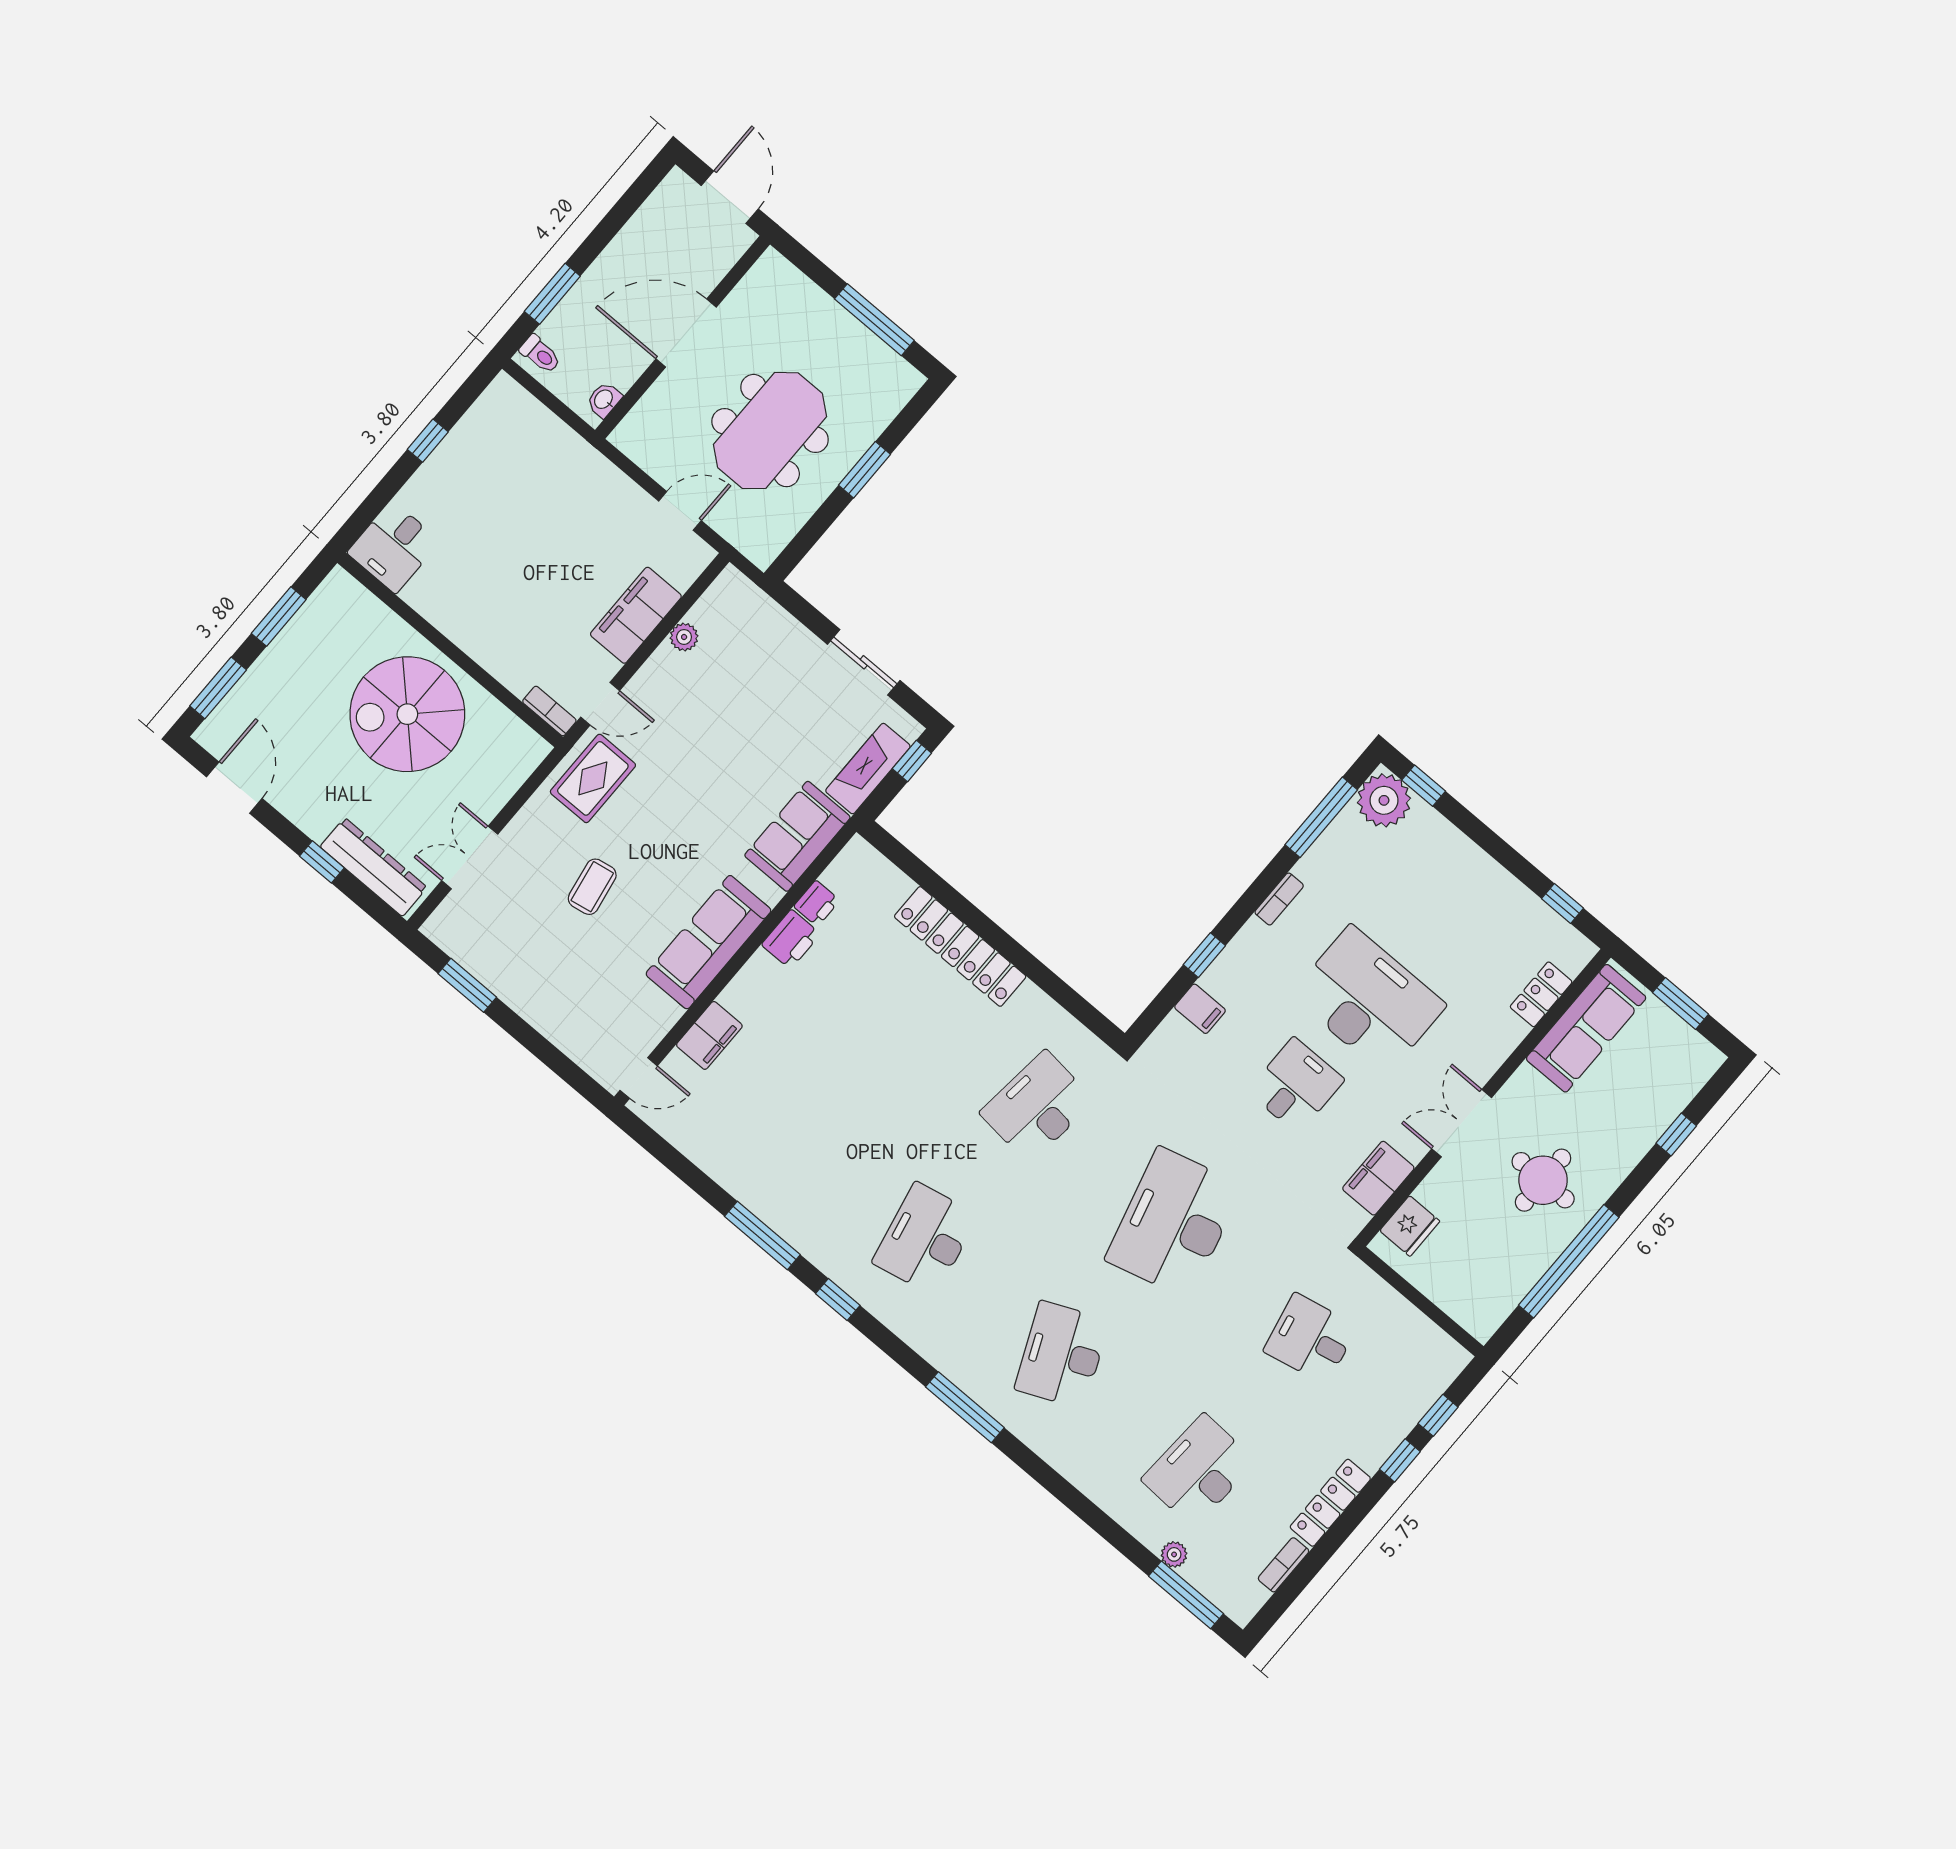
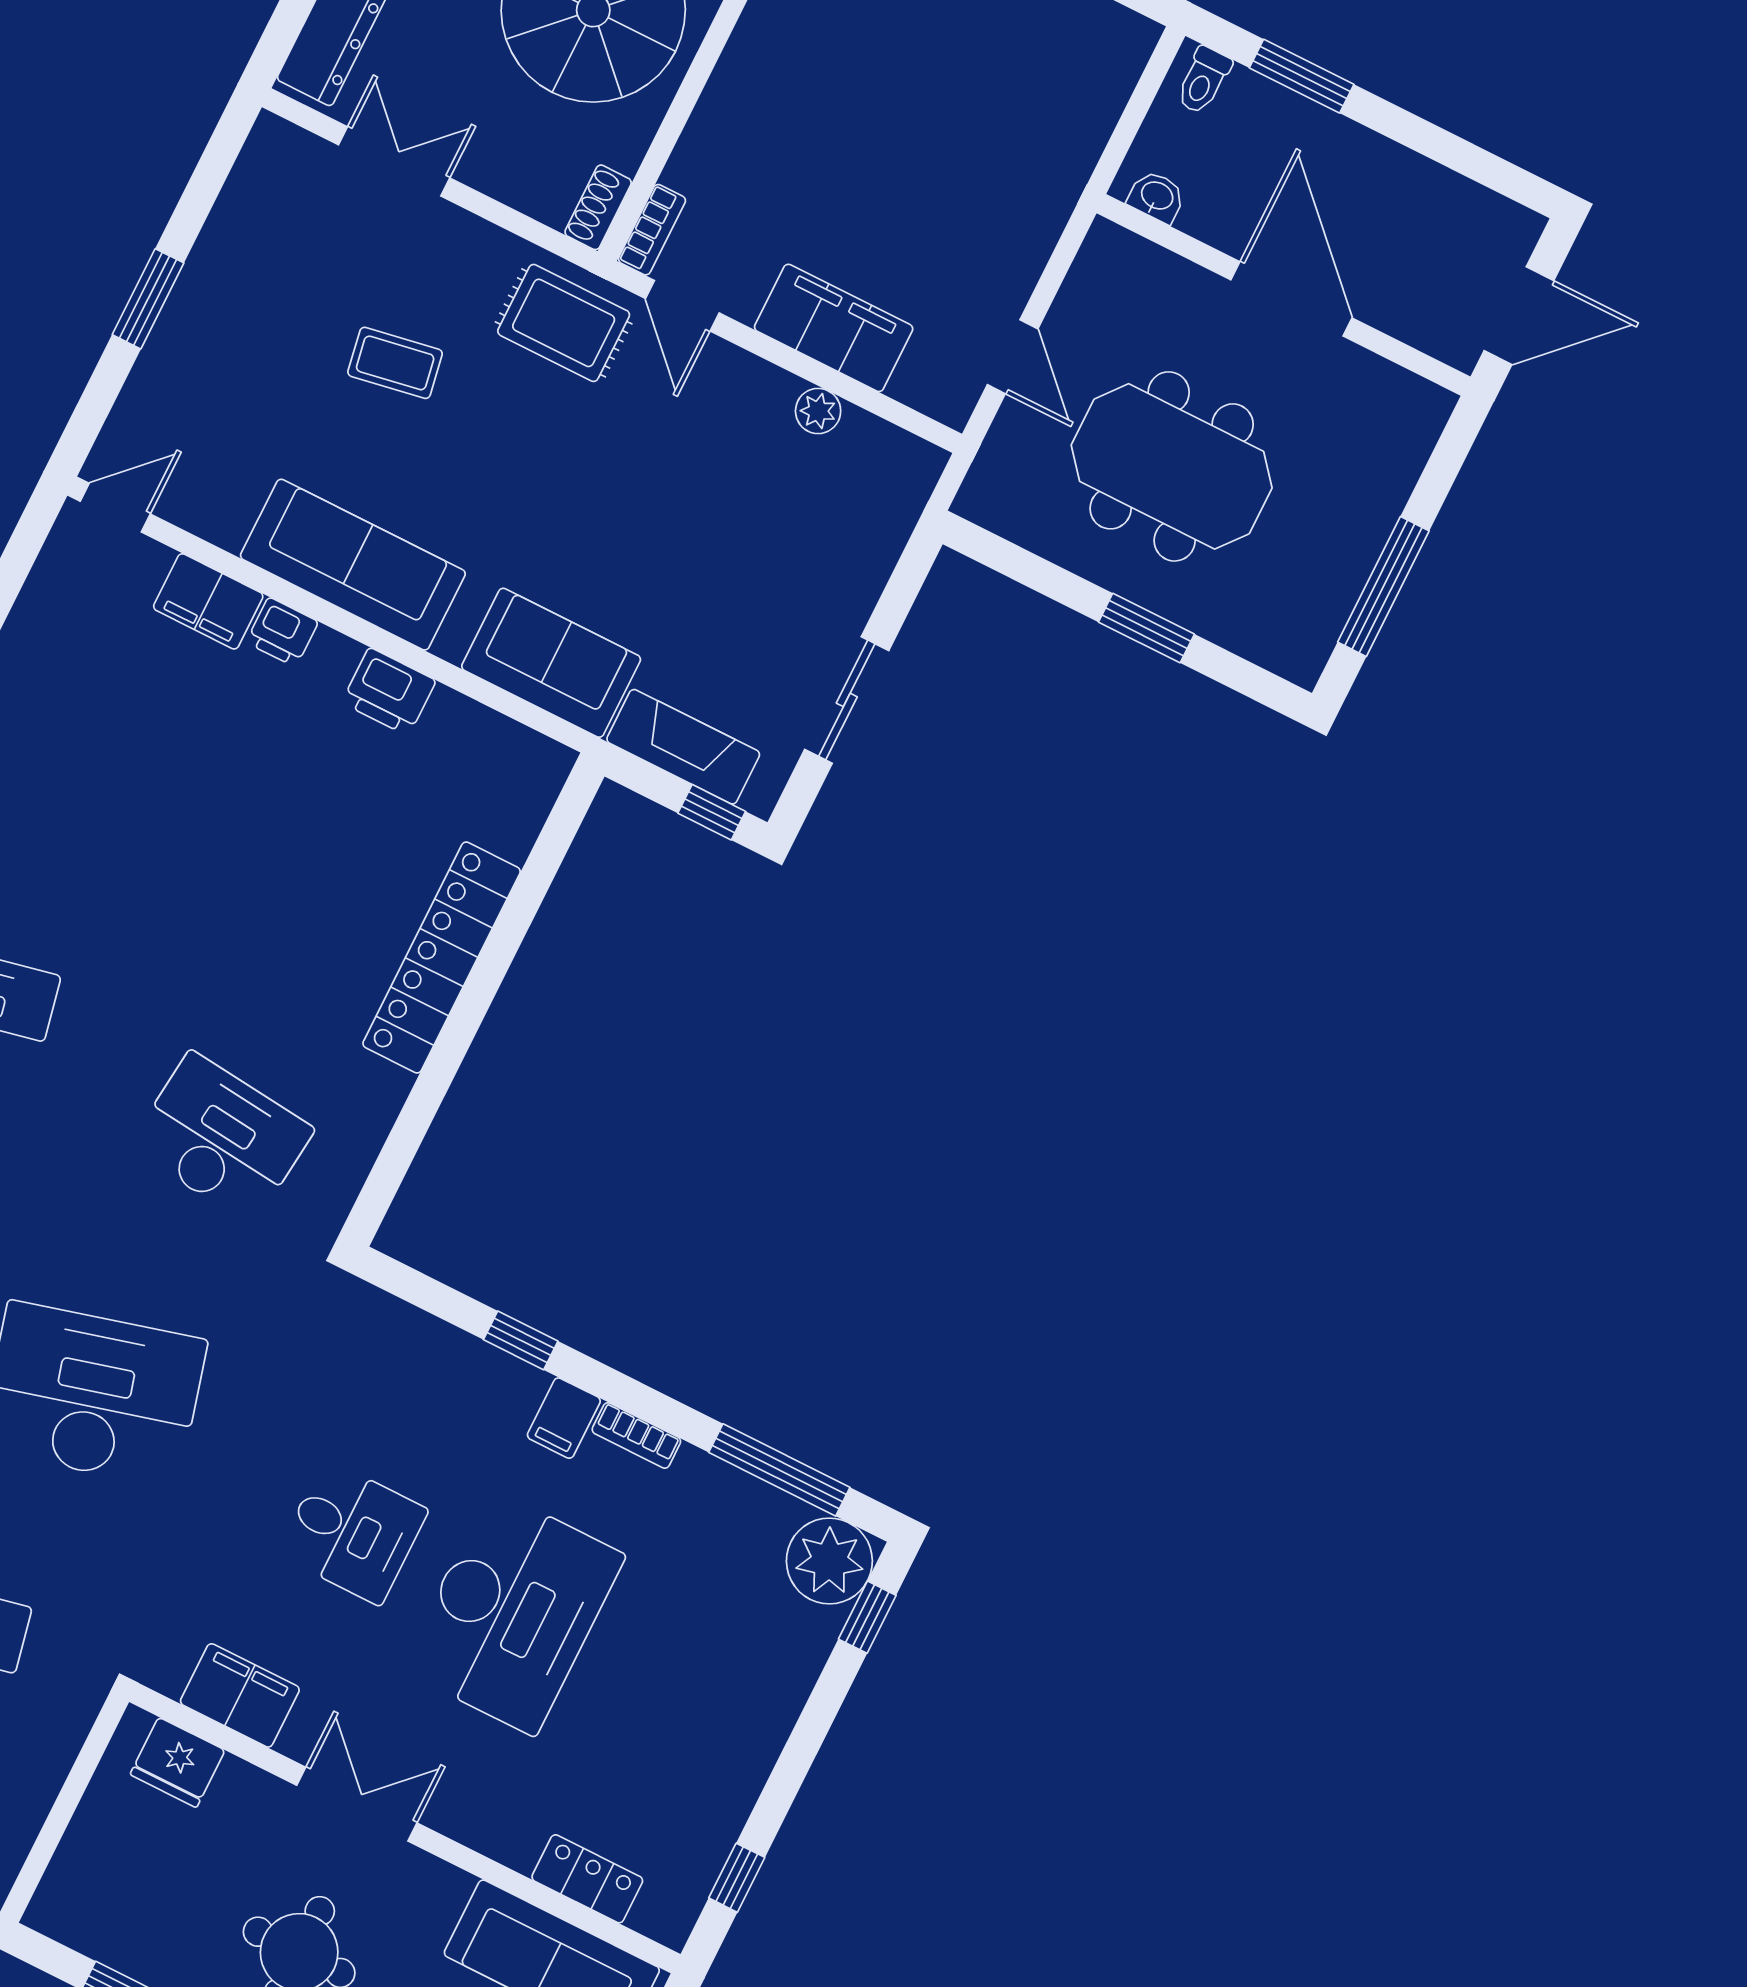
shoe rack: (528, 740) -> (598, 207), added
printer: (817, 903) -> (282, 632), moved
window: (467, 985) -> (148, 299), moved
filing cabinet: (1200, 1009) -> (564, 1418), moved
door: (639, 1078) -> (115, 508), swing flipped

